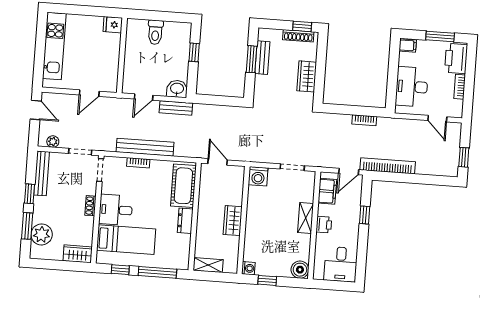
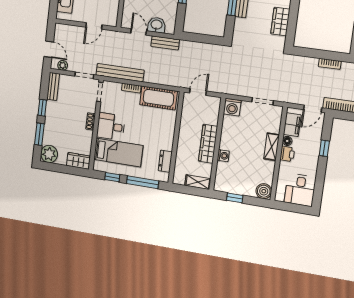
washbasin: (177, 89) -> (157, 25), moved
door: (144, 97) -> (139, 32), swing flipped
door: (36, 110) -> (49, 49), moved
bench: (145, 147) -> (120, 73), moved
door: (218, 162) -> (198, 92), hinge flipped
bench: (42, 173) -> (53, 86), width x0.73
cot: (183, 186) -> (158, 98), moved, turned 90
floor lamp: (323, 210) -> (287, 141), added
dresser: (185, 221) -> (165, 161), moved
wardrobe: (233, 221) -> (208, 144), width x1.50
plant: (42, 234) -> (49, 154), moved
shelving: (208, 265) -> (198, 182), moved
washing machine: (248, 268) -> (223, 156), moved

